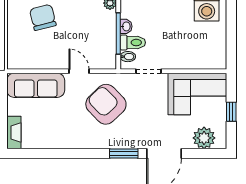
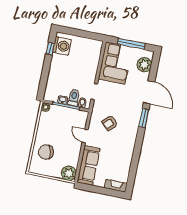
plant: (18, 58) -> (69, 173), added
door: (79, 71) -> (85, 136), hinge flipped
armchair: (106, 104) -> (110, 123), width x0.53, depth x0.53
window: (231, 112) -> (131, 44), width x2.17

